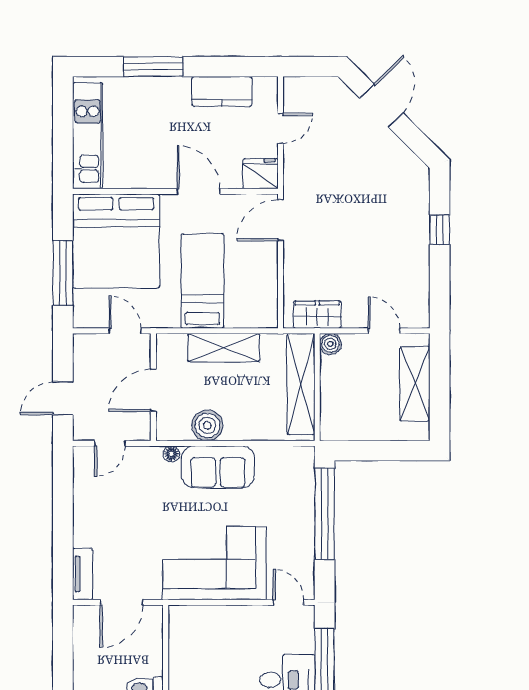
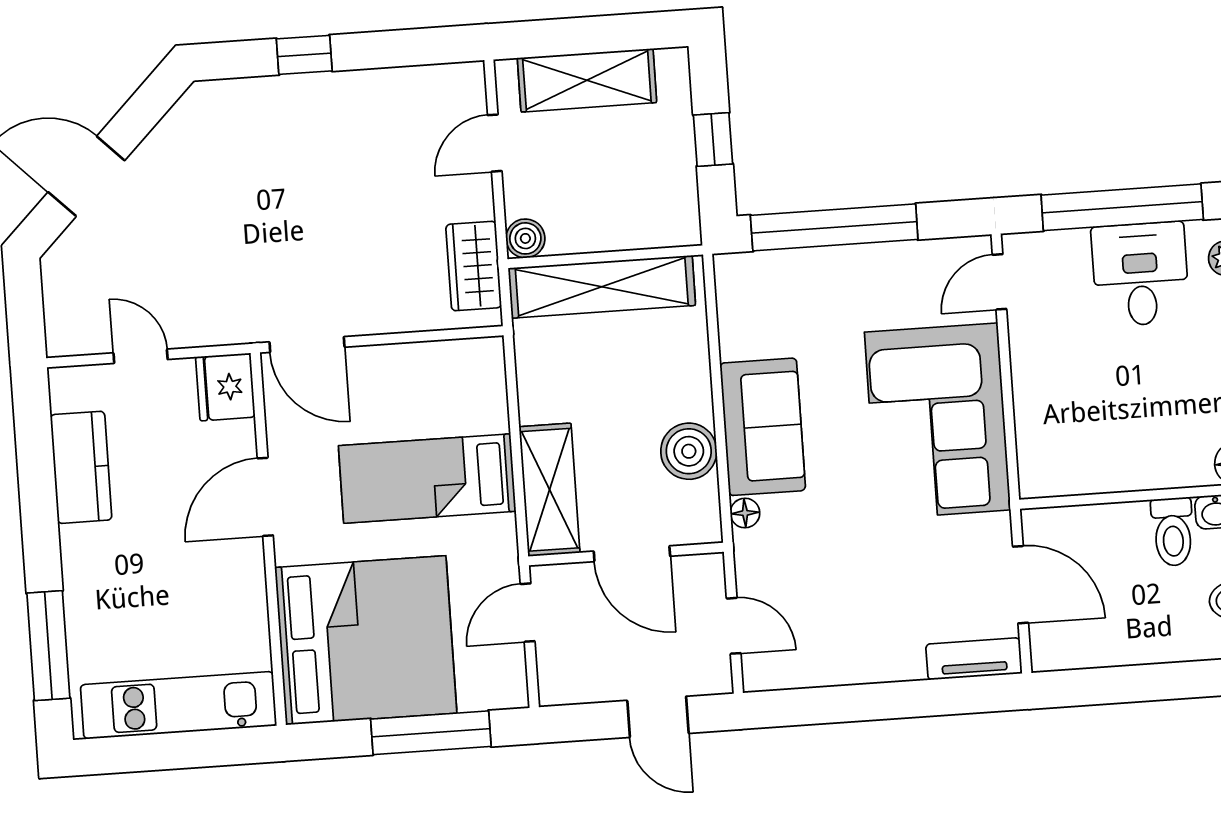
window: (153, 67) -> (48, 646), moved
shelving: (224, 348) -> (550, 490), moved
window: (377, 451) -> (713, 139), added

